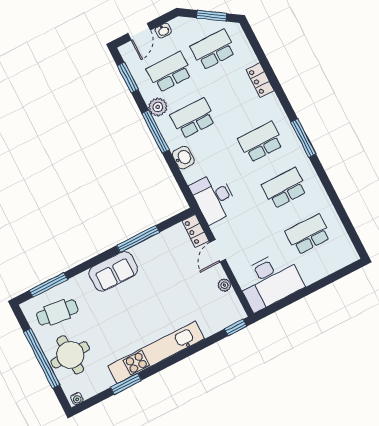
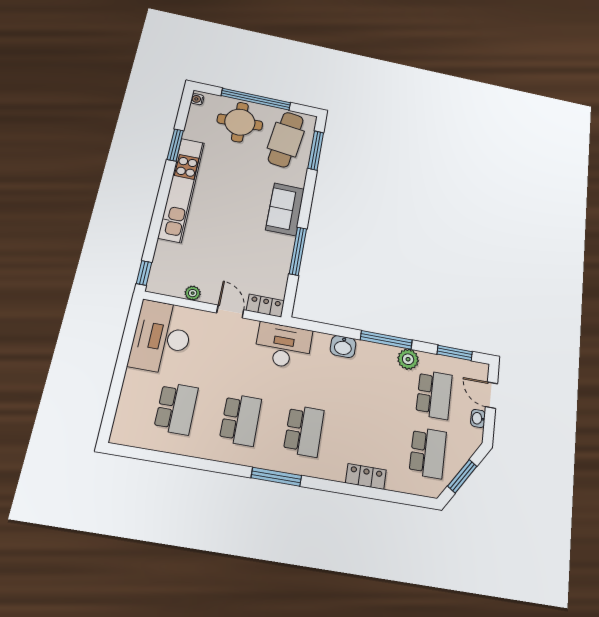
school desk: (193, 118) -> (374, 384), removed
cafe table: (57, 312) -> (286, 140), width x1.37, depth x1.35

